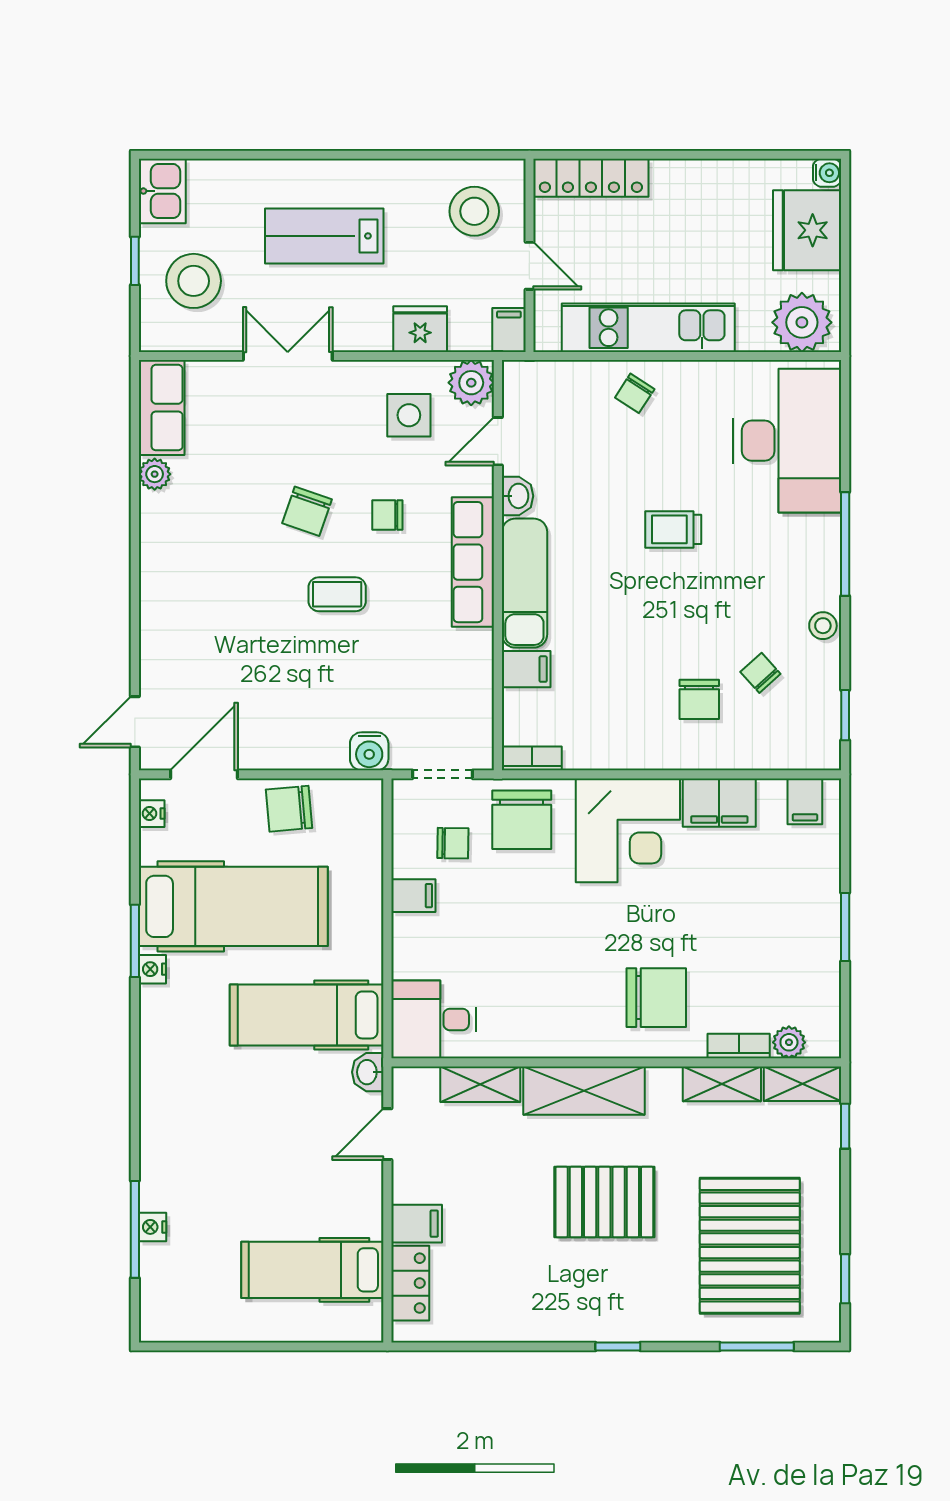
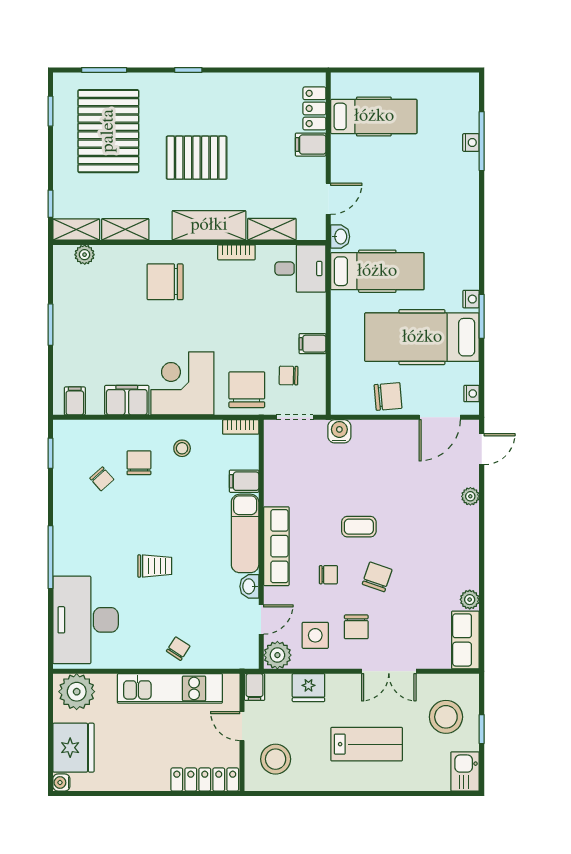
chair: (341, 429) -> (356, 627), added
stool: (823, 626) -> (182, 448), moved
plant: (153, 644) -> (470, 496), added
bookcase: (739, 1046) -> (236, 252), moved

